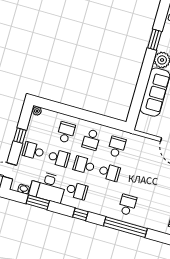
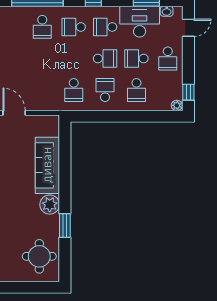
window: (20, 136) -> (188, 92), moved
school desk: (33, 151) -> (168, 58), turned 90
school desk: (109, 172) -> (74, 27), moved

